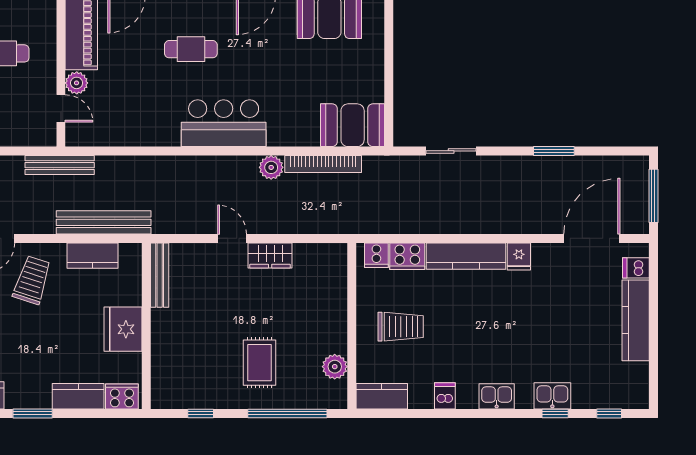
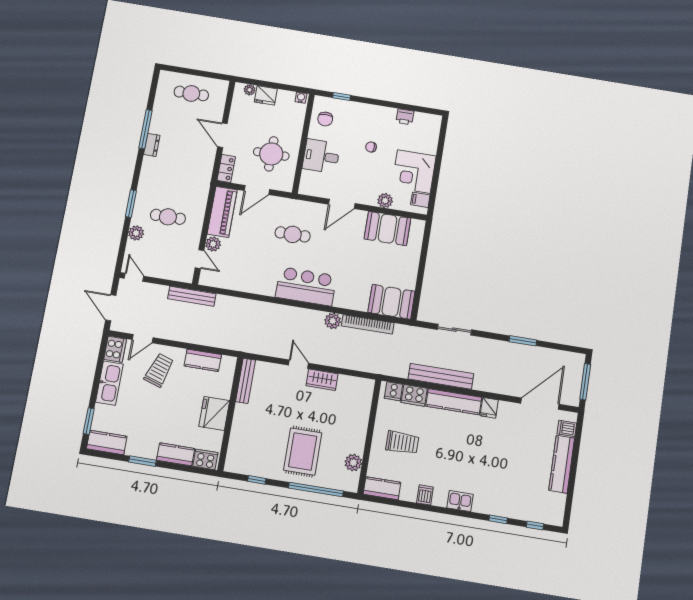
bench: (104, 222) -> (441, 376), moved
rug: (259, 363) -> (303, 451), width x1.36, depth x1.43
kitchen sink: (552, 396) -> (498, 507), removed

